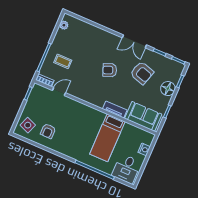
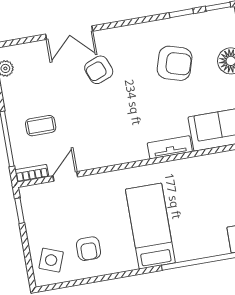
double door: (134, 41) -> (69, 33), moved
armchair: (110, 70) -> (99, 70), moved
bed: (107, 138) -> (150, 226), moved, turned 180

